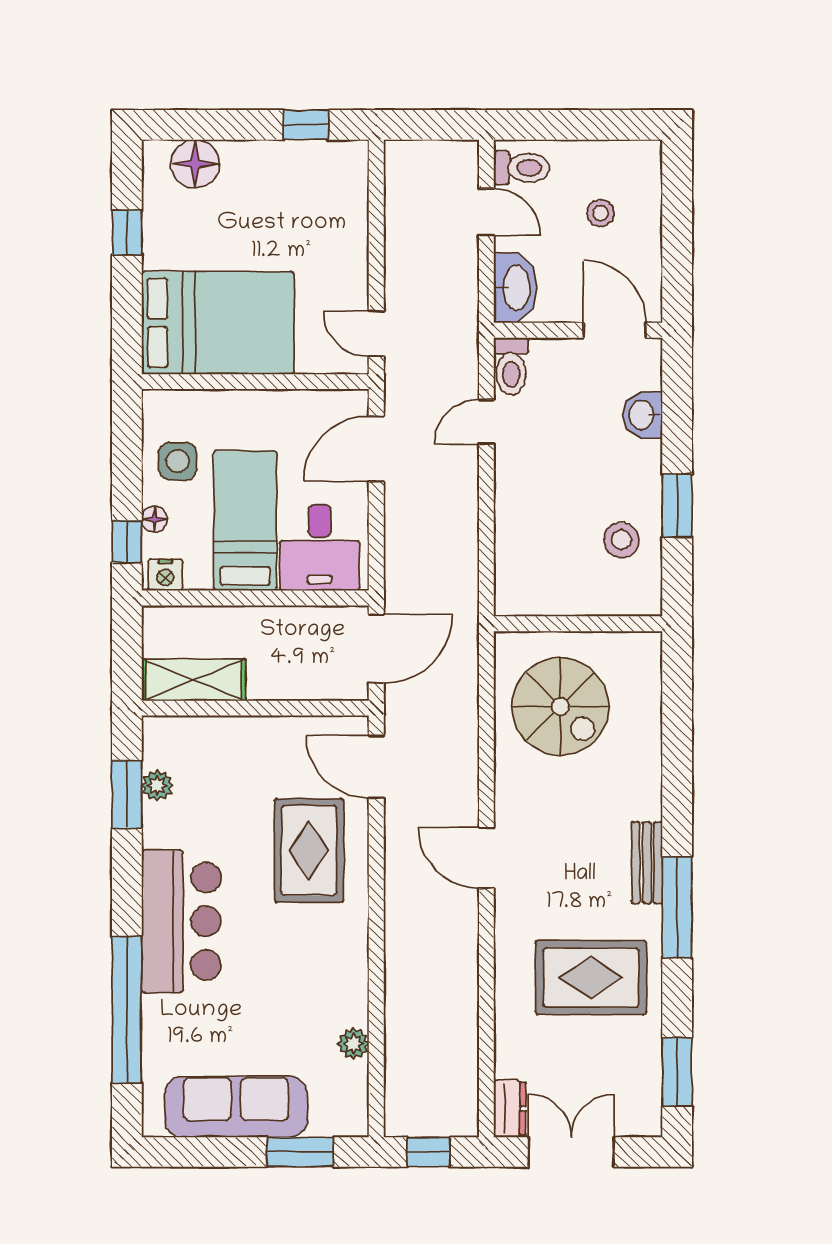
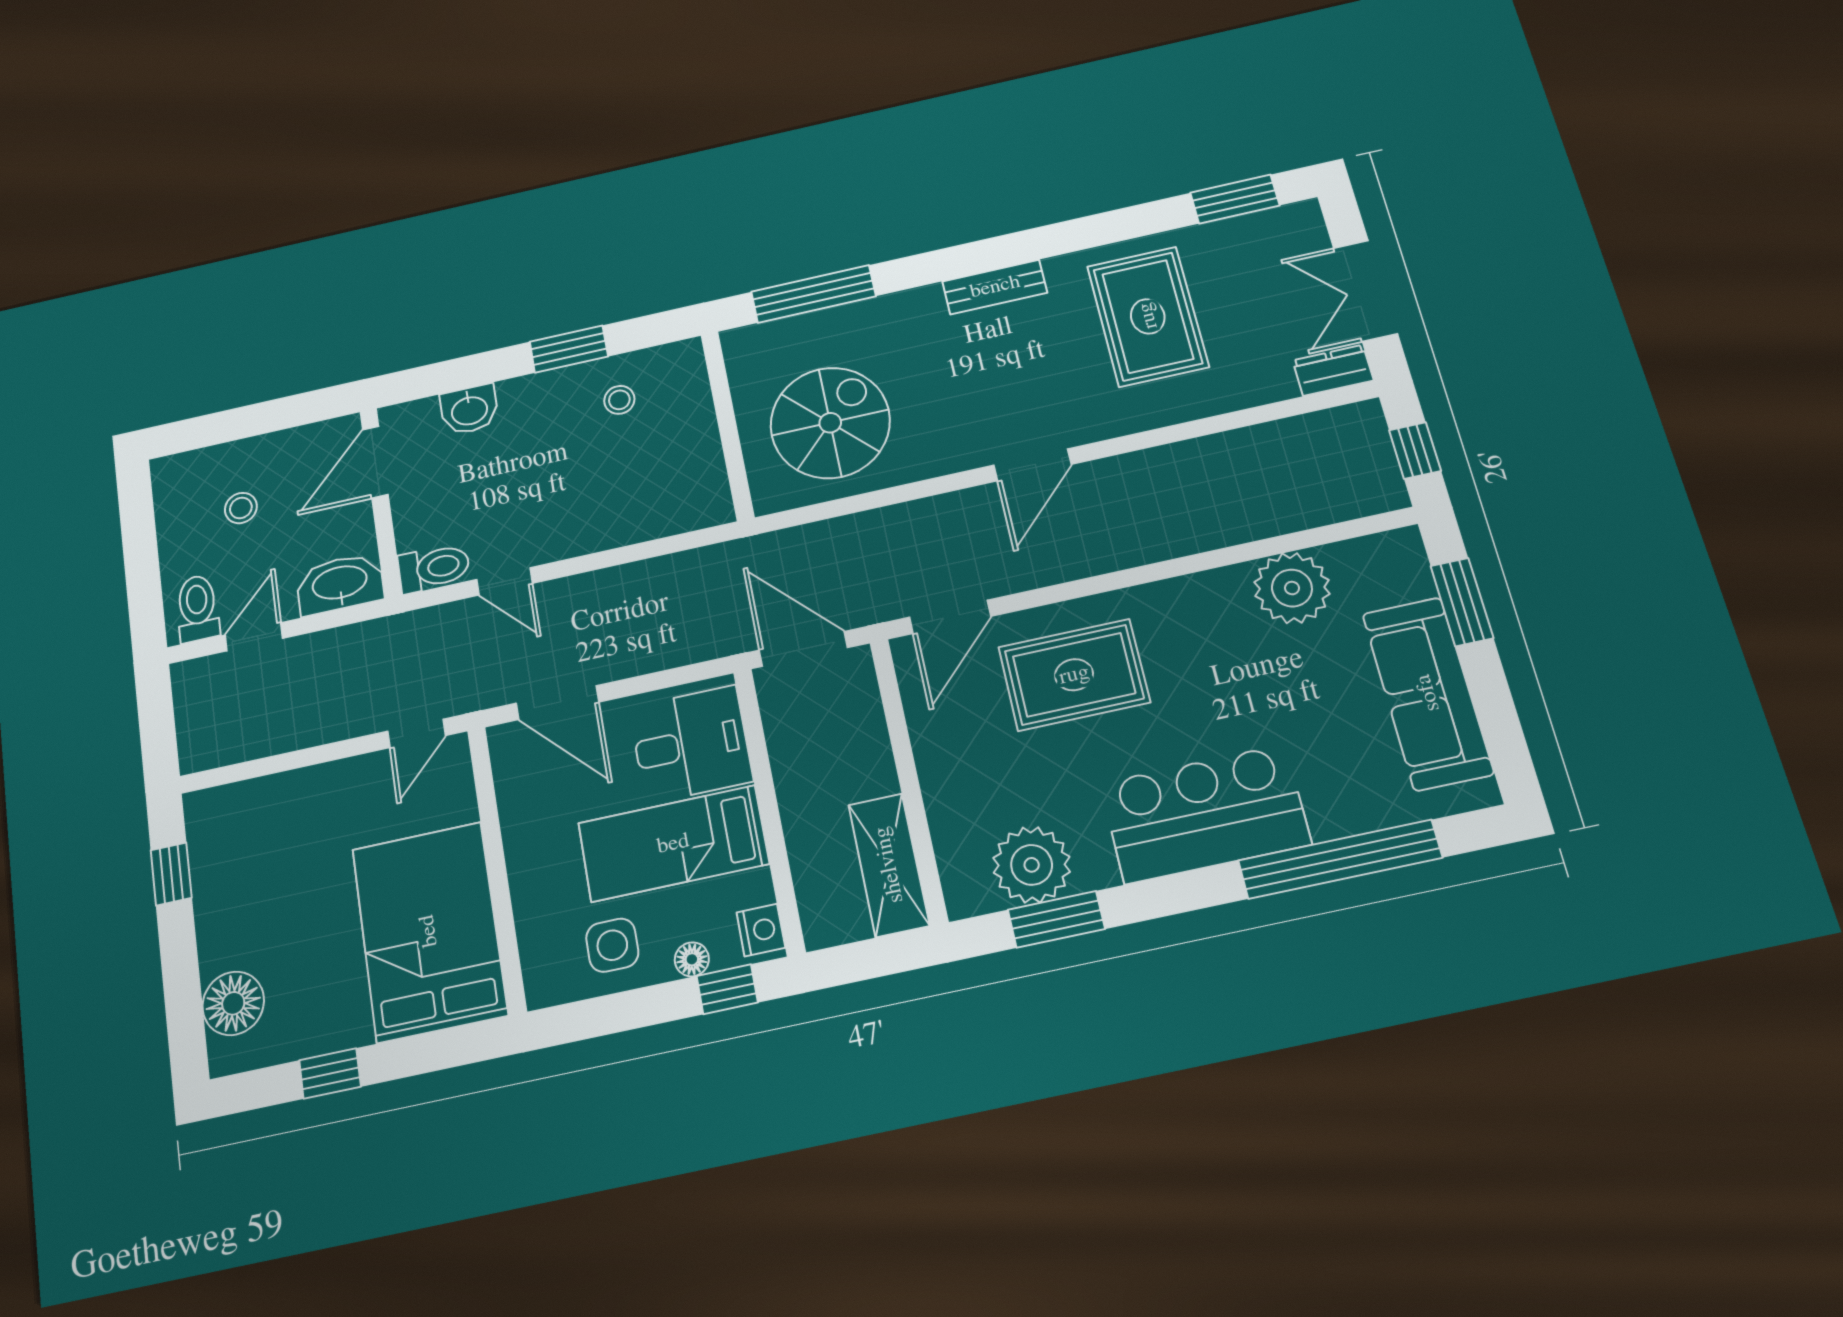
stool: (621, 540) -> (619, 400), width x0.73, depth x0.73
plant: (157, 786) -> (1032, 865), width x1.87, depth x1.87
window: (677, 907) -> (813, 294), moved
plant: (353, 1044) -> (1292, 588), width x1.88, depth x1.88

